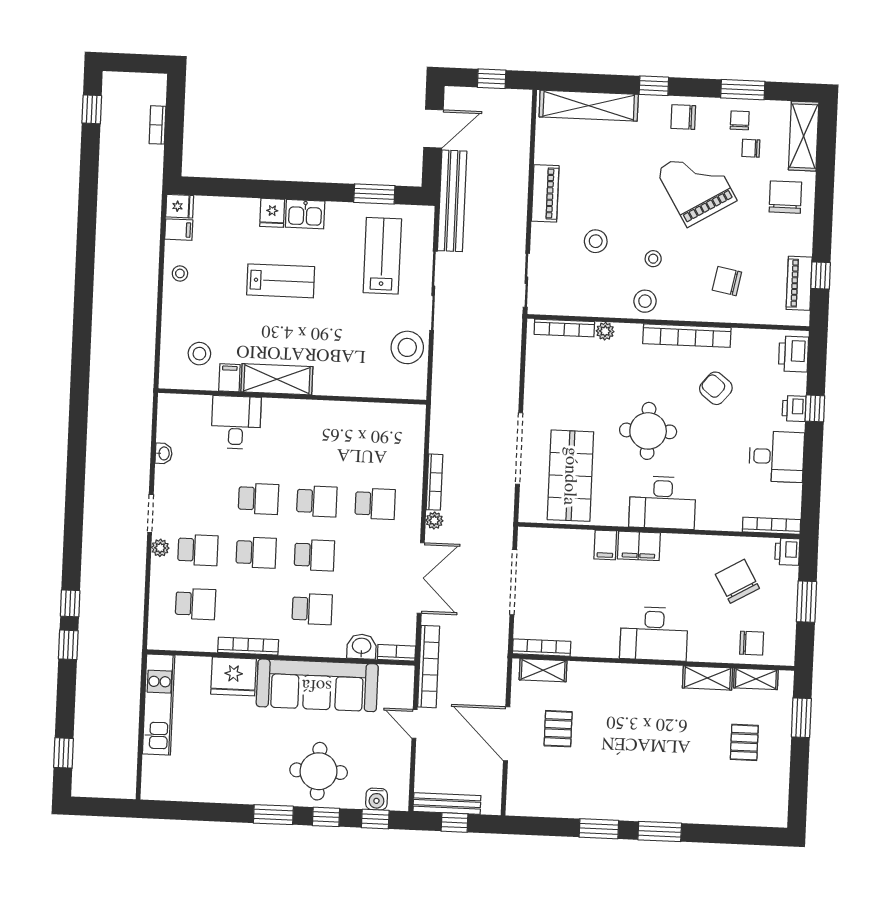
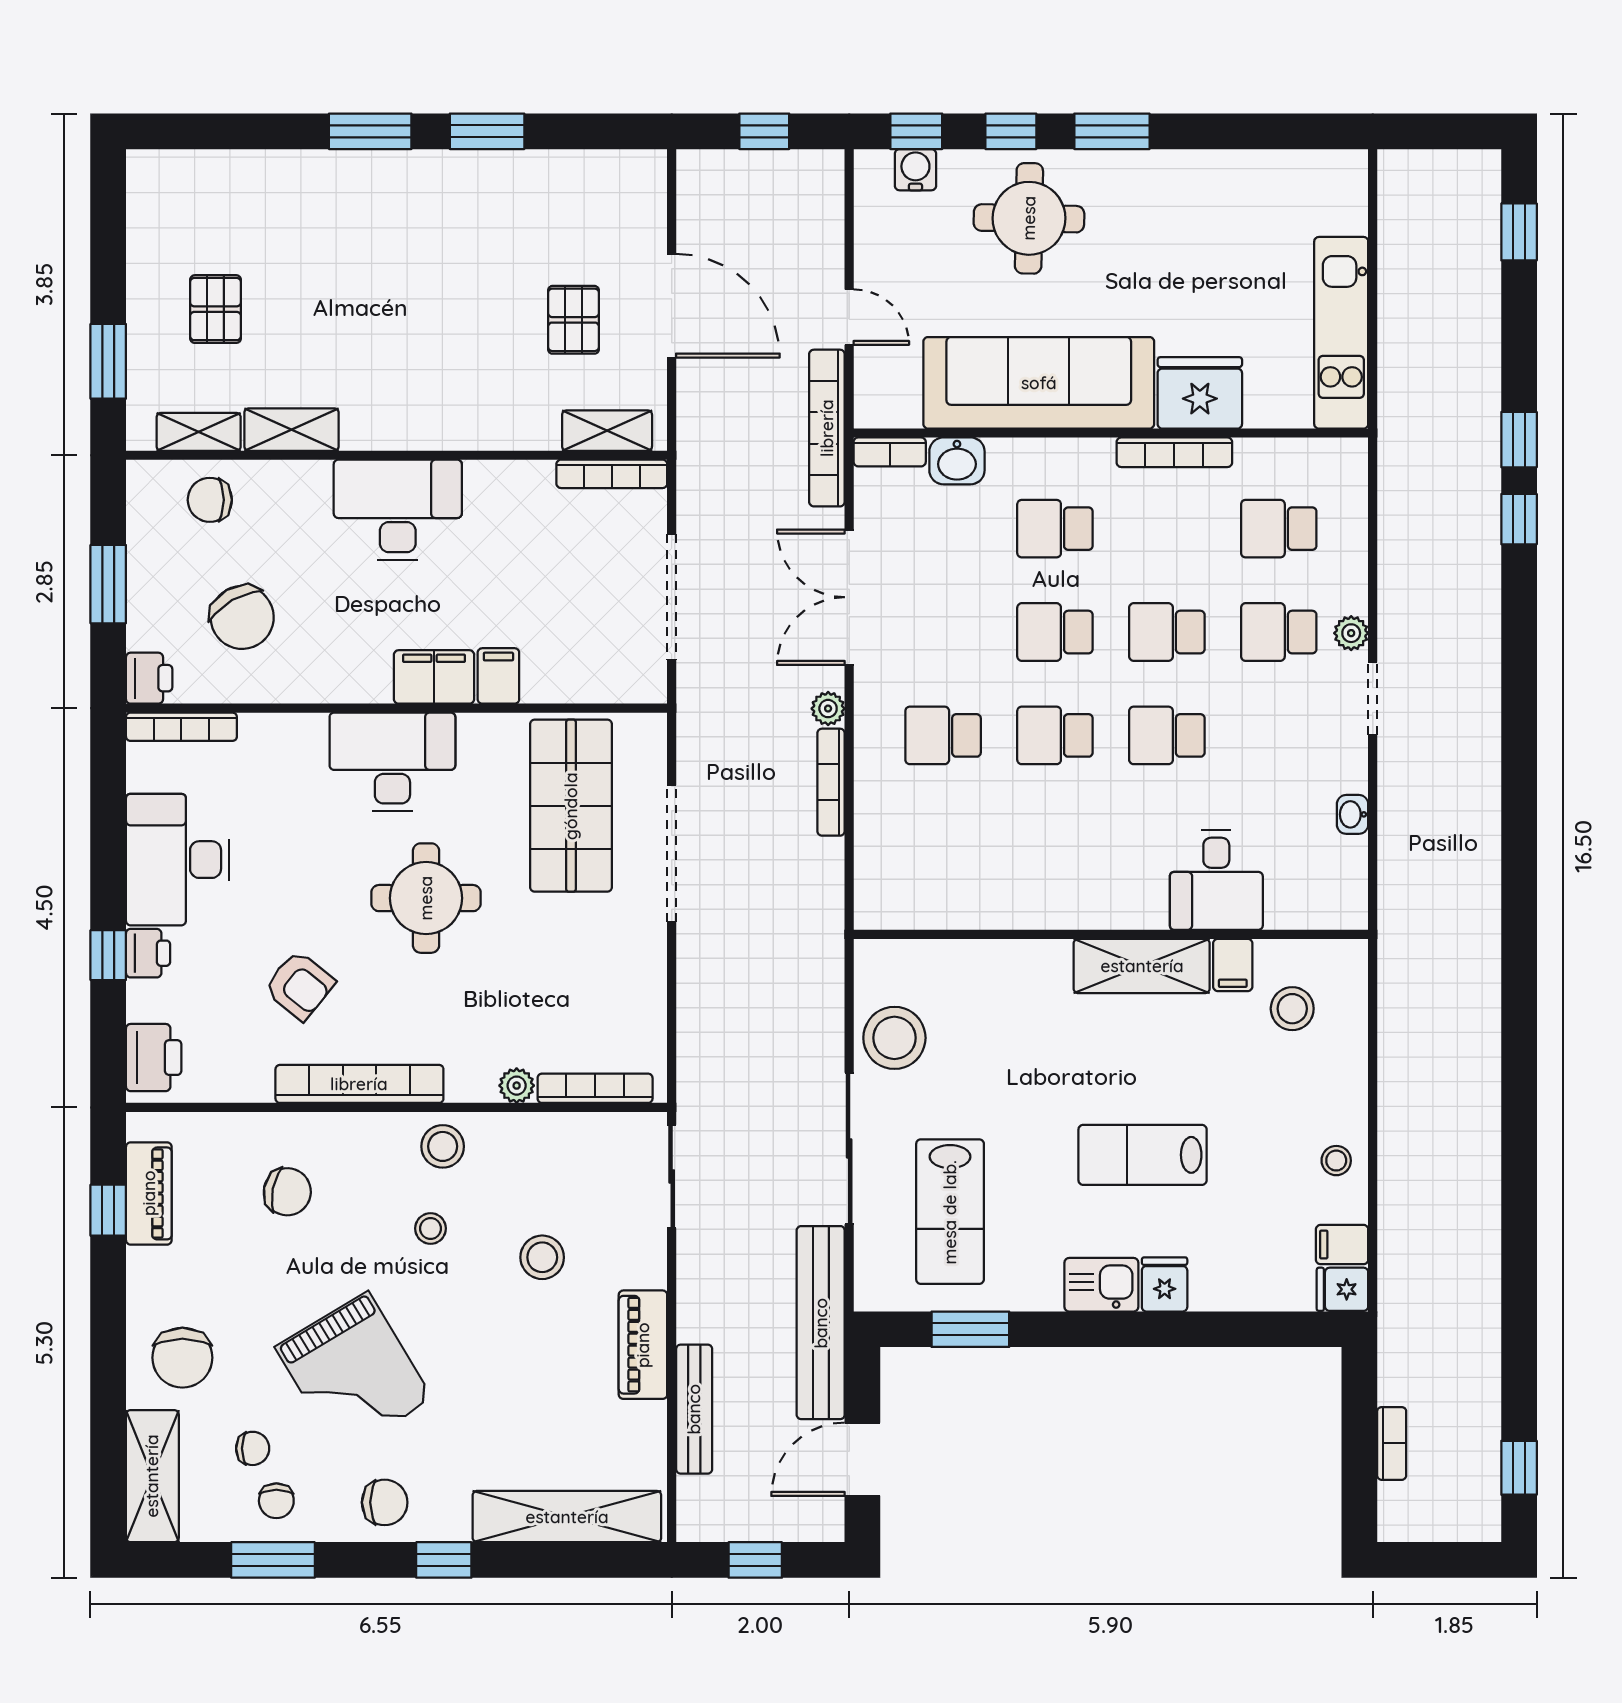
desk: (777, 457) -> (178, 860), width x1.37
bench: (447, 804) -> (694, 1409), moved, turned 90

